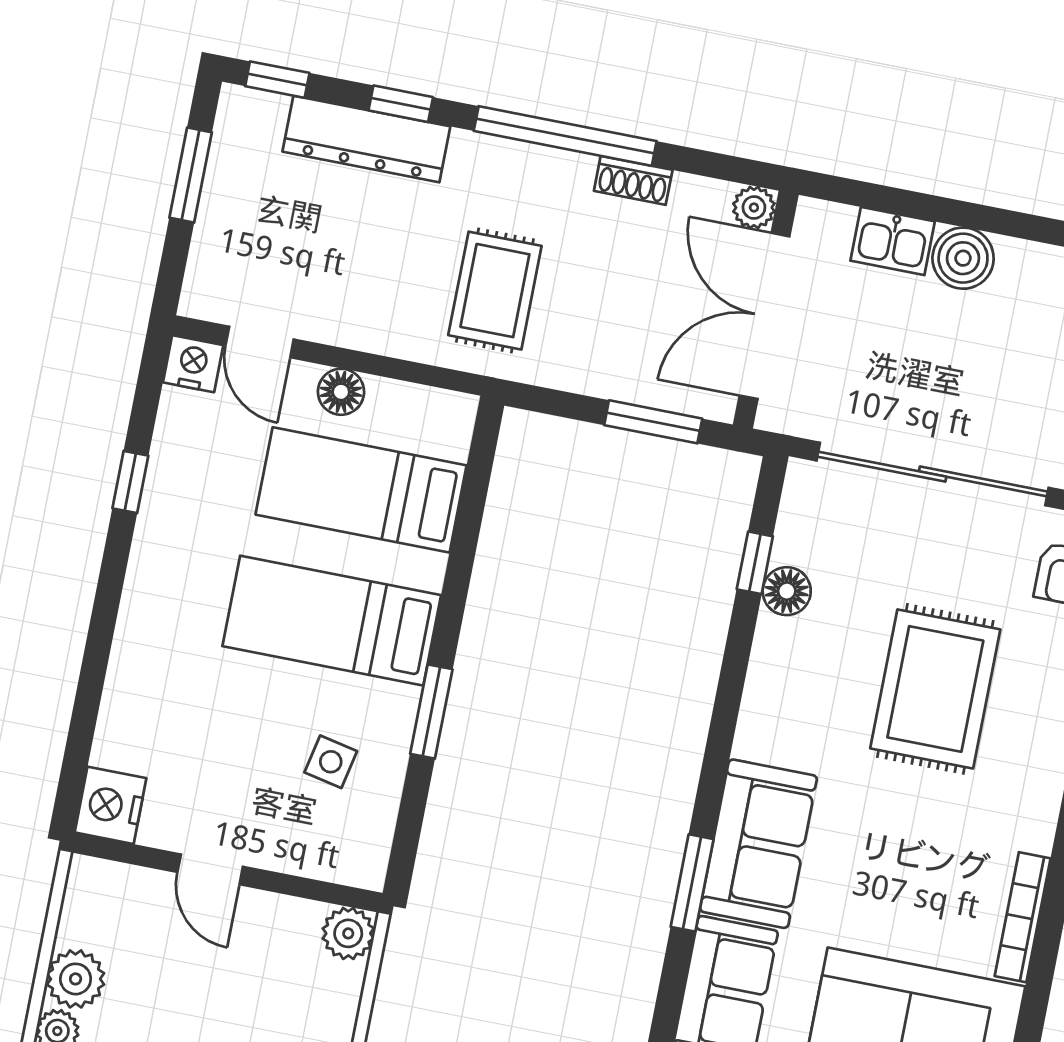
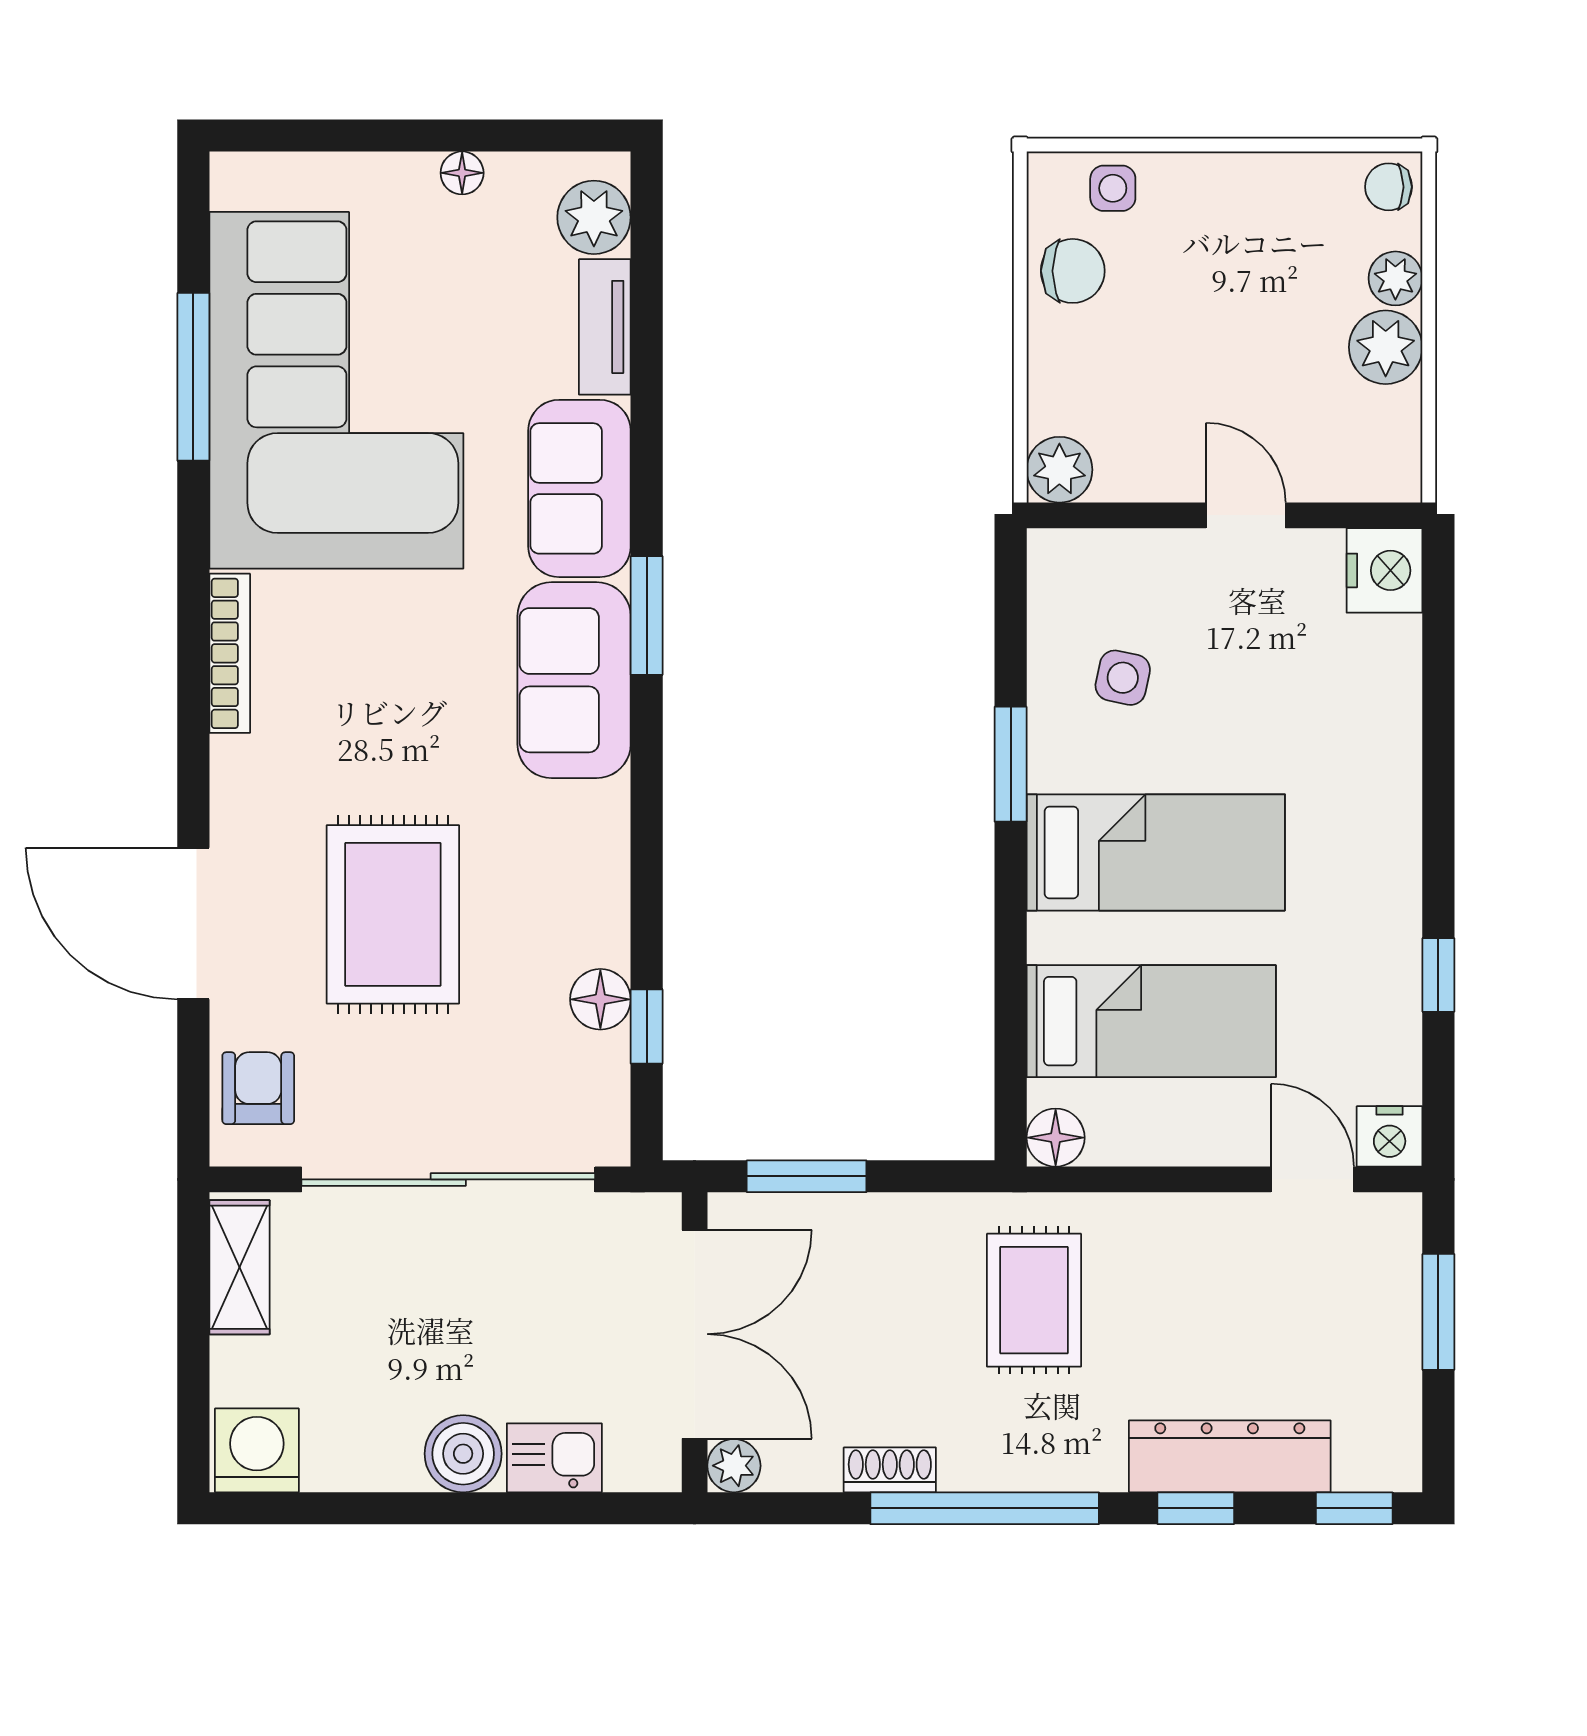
window: (191, 175) -> (1438, 1312), moved
floor lamp: (341, 392) -> (1056, 1138), moved

